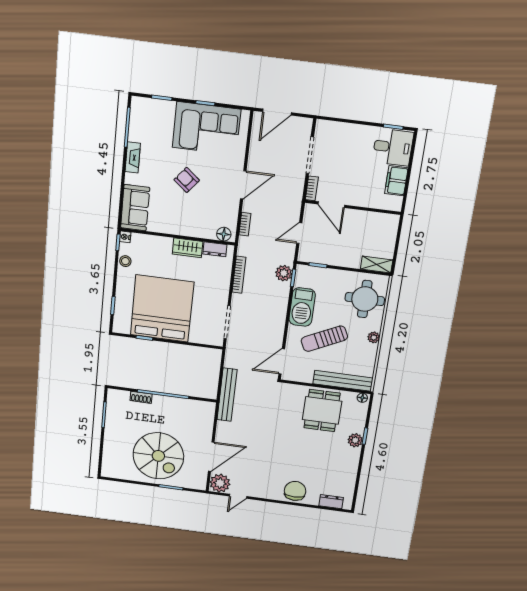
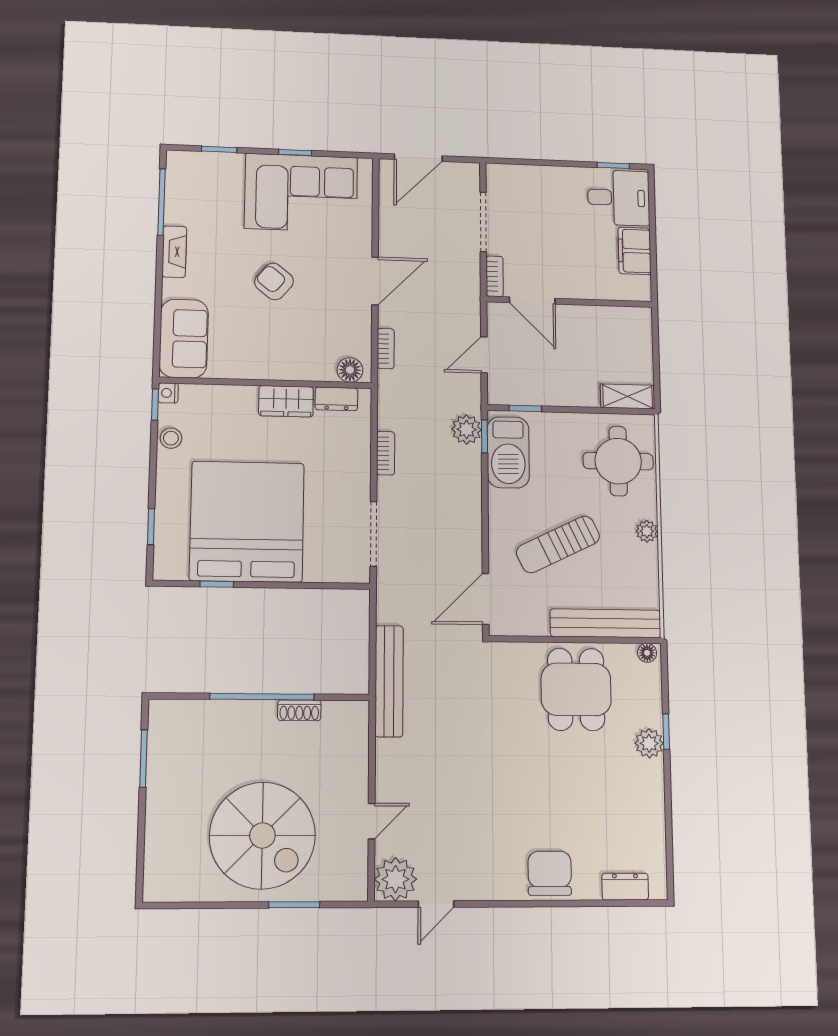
bookcase: (239, 275) -> (386, 453), width x0.64
barbecue: (302, 307) -> (508, 452), moved
shoe rack: (141, 397) -> (299, 710), moved
door: (211, 457) -> (372, 821), width x0.53

